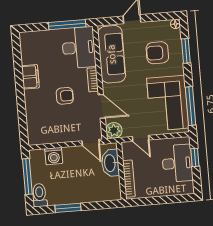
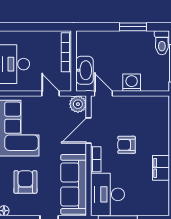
armchair: (157, 53) -> (25, 182), turned -90
door: (102, 106) -> (89, 131), hinge flipped
washing machine: (54, 156) -> (132, 83), moved

